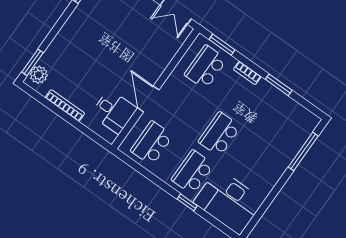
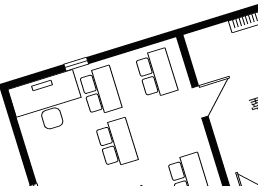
door: (148, 99) -> (200, 102), hinge flipped
desk: (114, 111) -> (213, 61), removed

